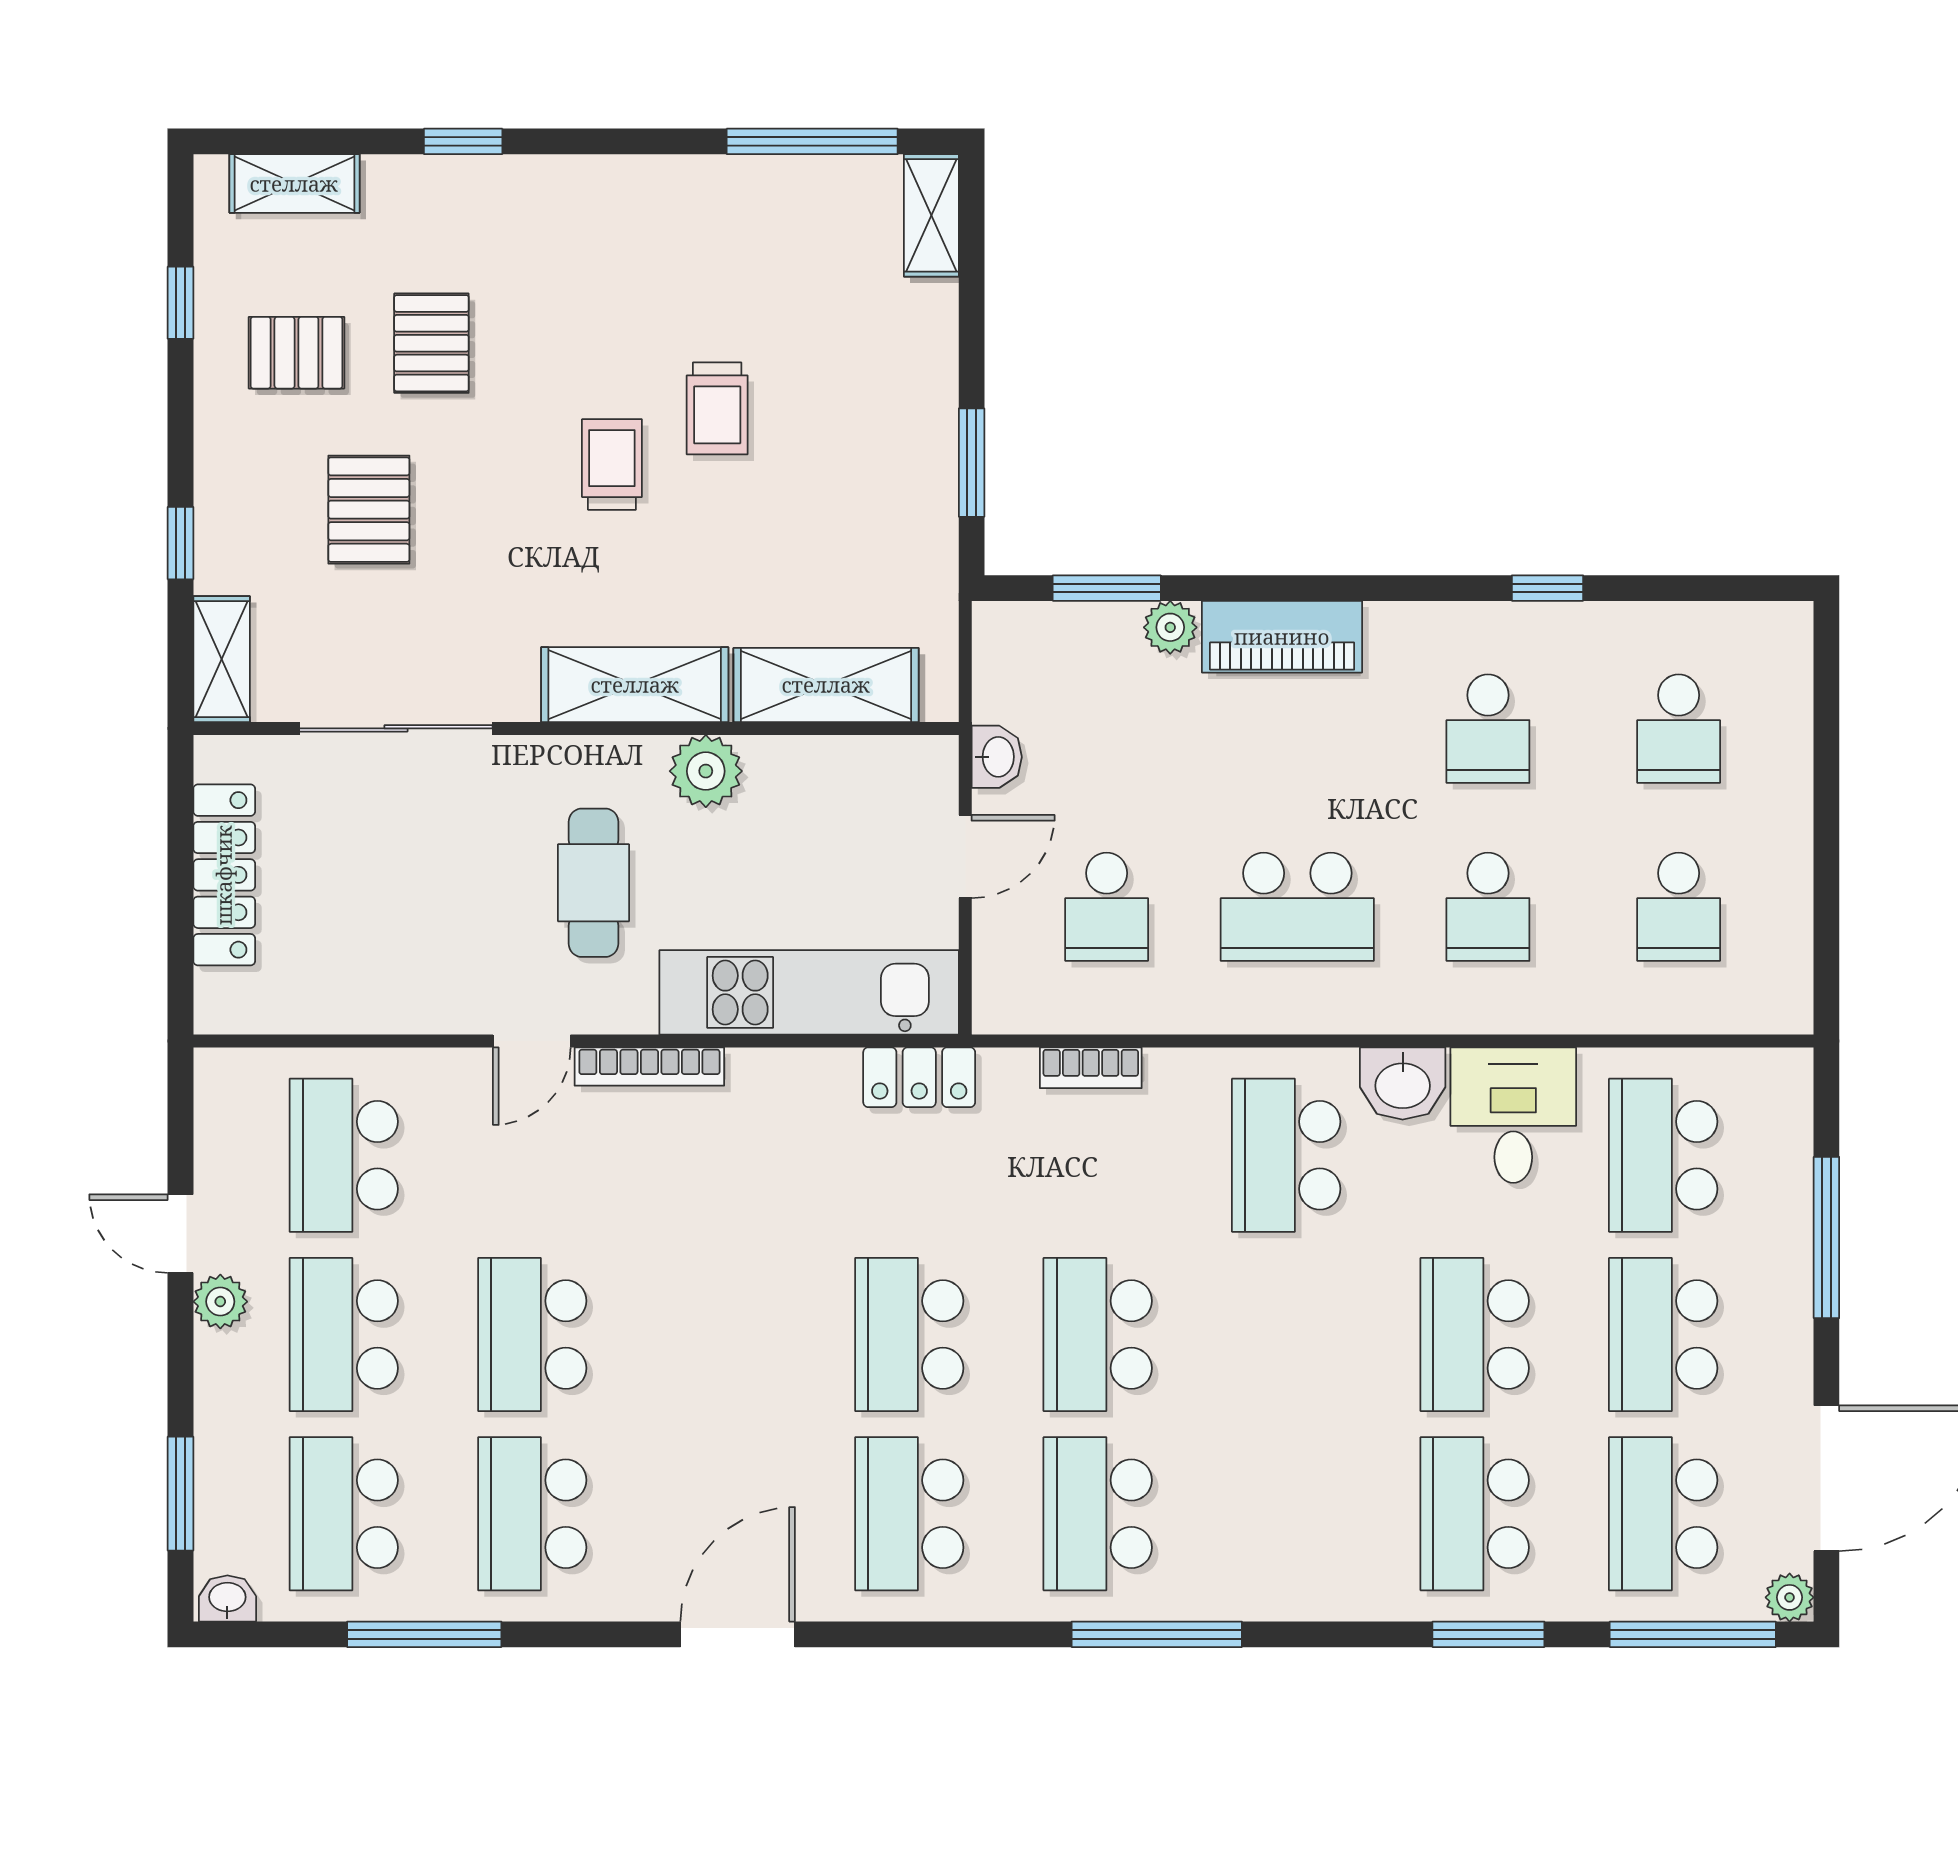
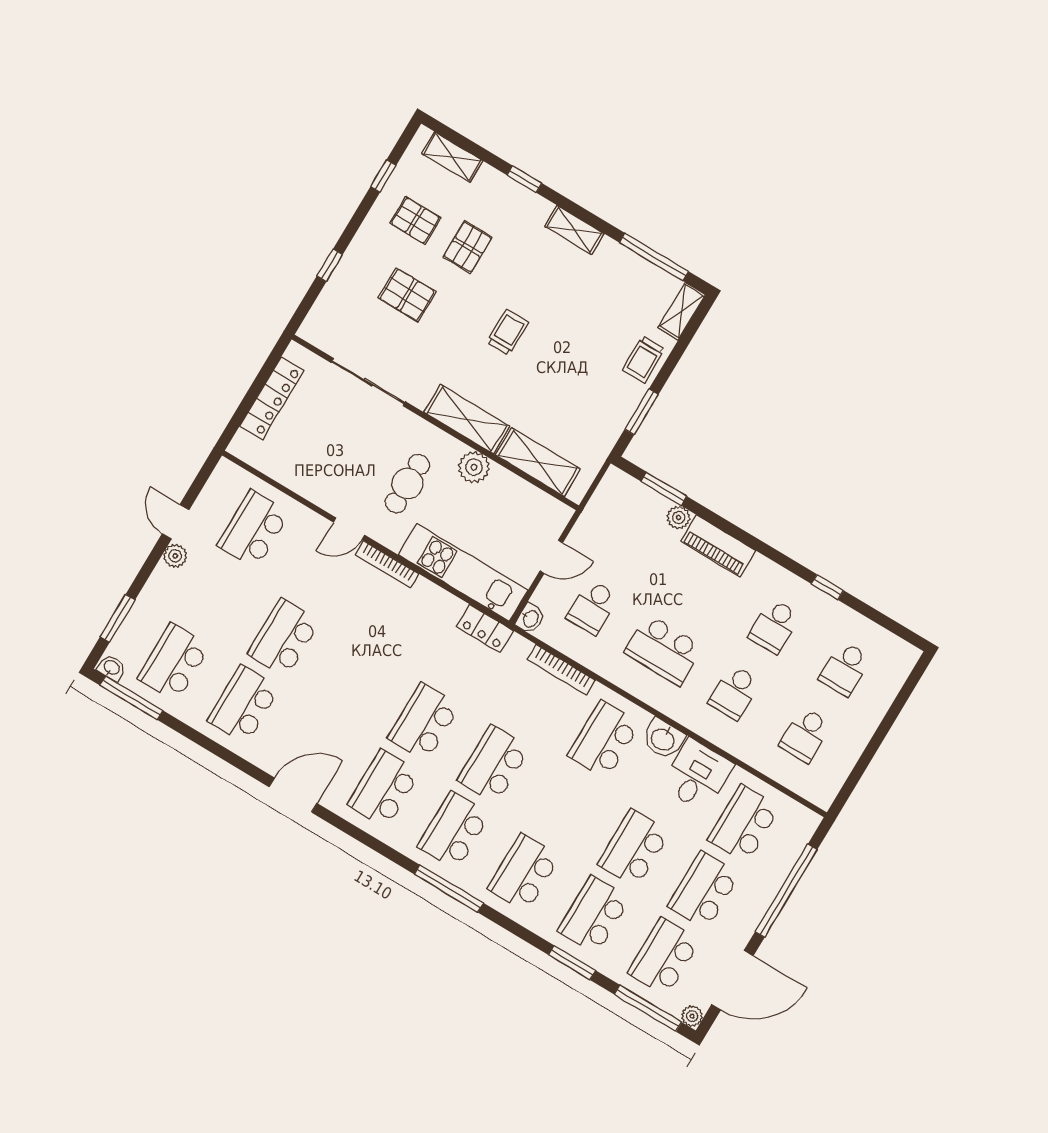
trolley: (717, 408) -> (643, 359), moved
pallet: (369, 510) -> (407, 295), turned 90
shelving: (222, 659) -> (574, 230), moved, turned 90
washbasin: (997, 757) -> (530, 618), moved
bookcase: (1091, 1068) -> (561, 670), width x1.56
window: (1826, 1238) -> (786, 891), width x1.46
school desk: (344, 1334) -> (524, 873), moved
window: (424, 1634) -> (131, 698), moved

